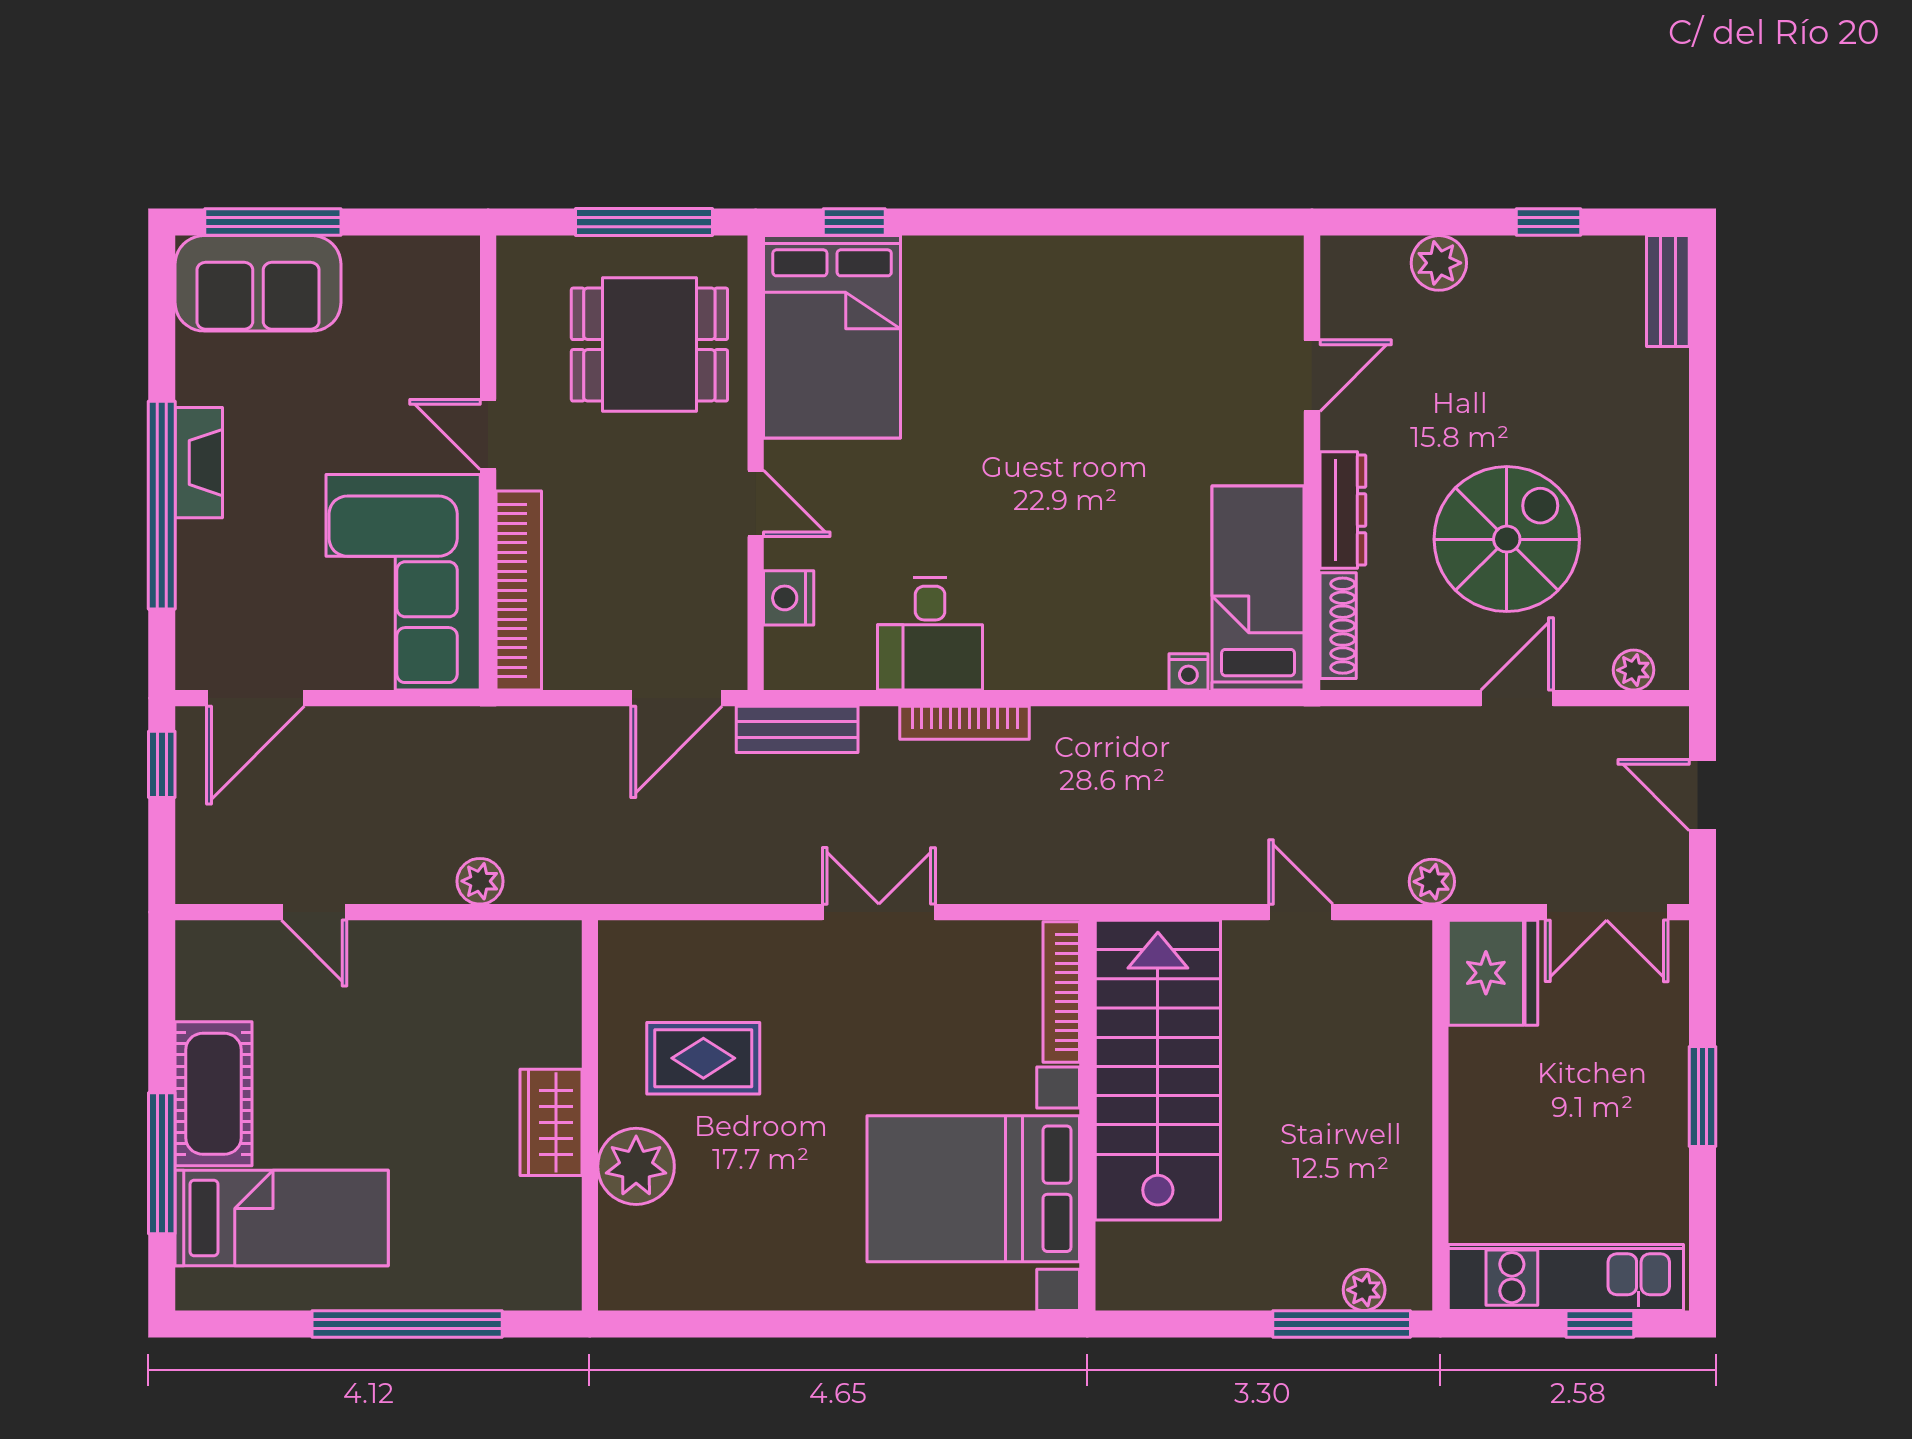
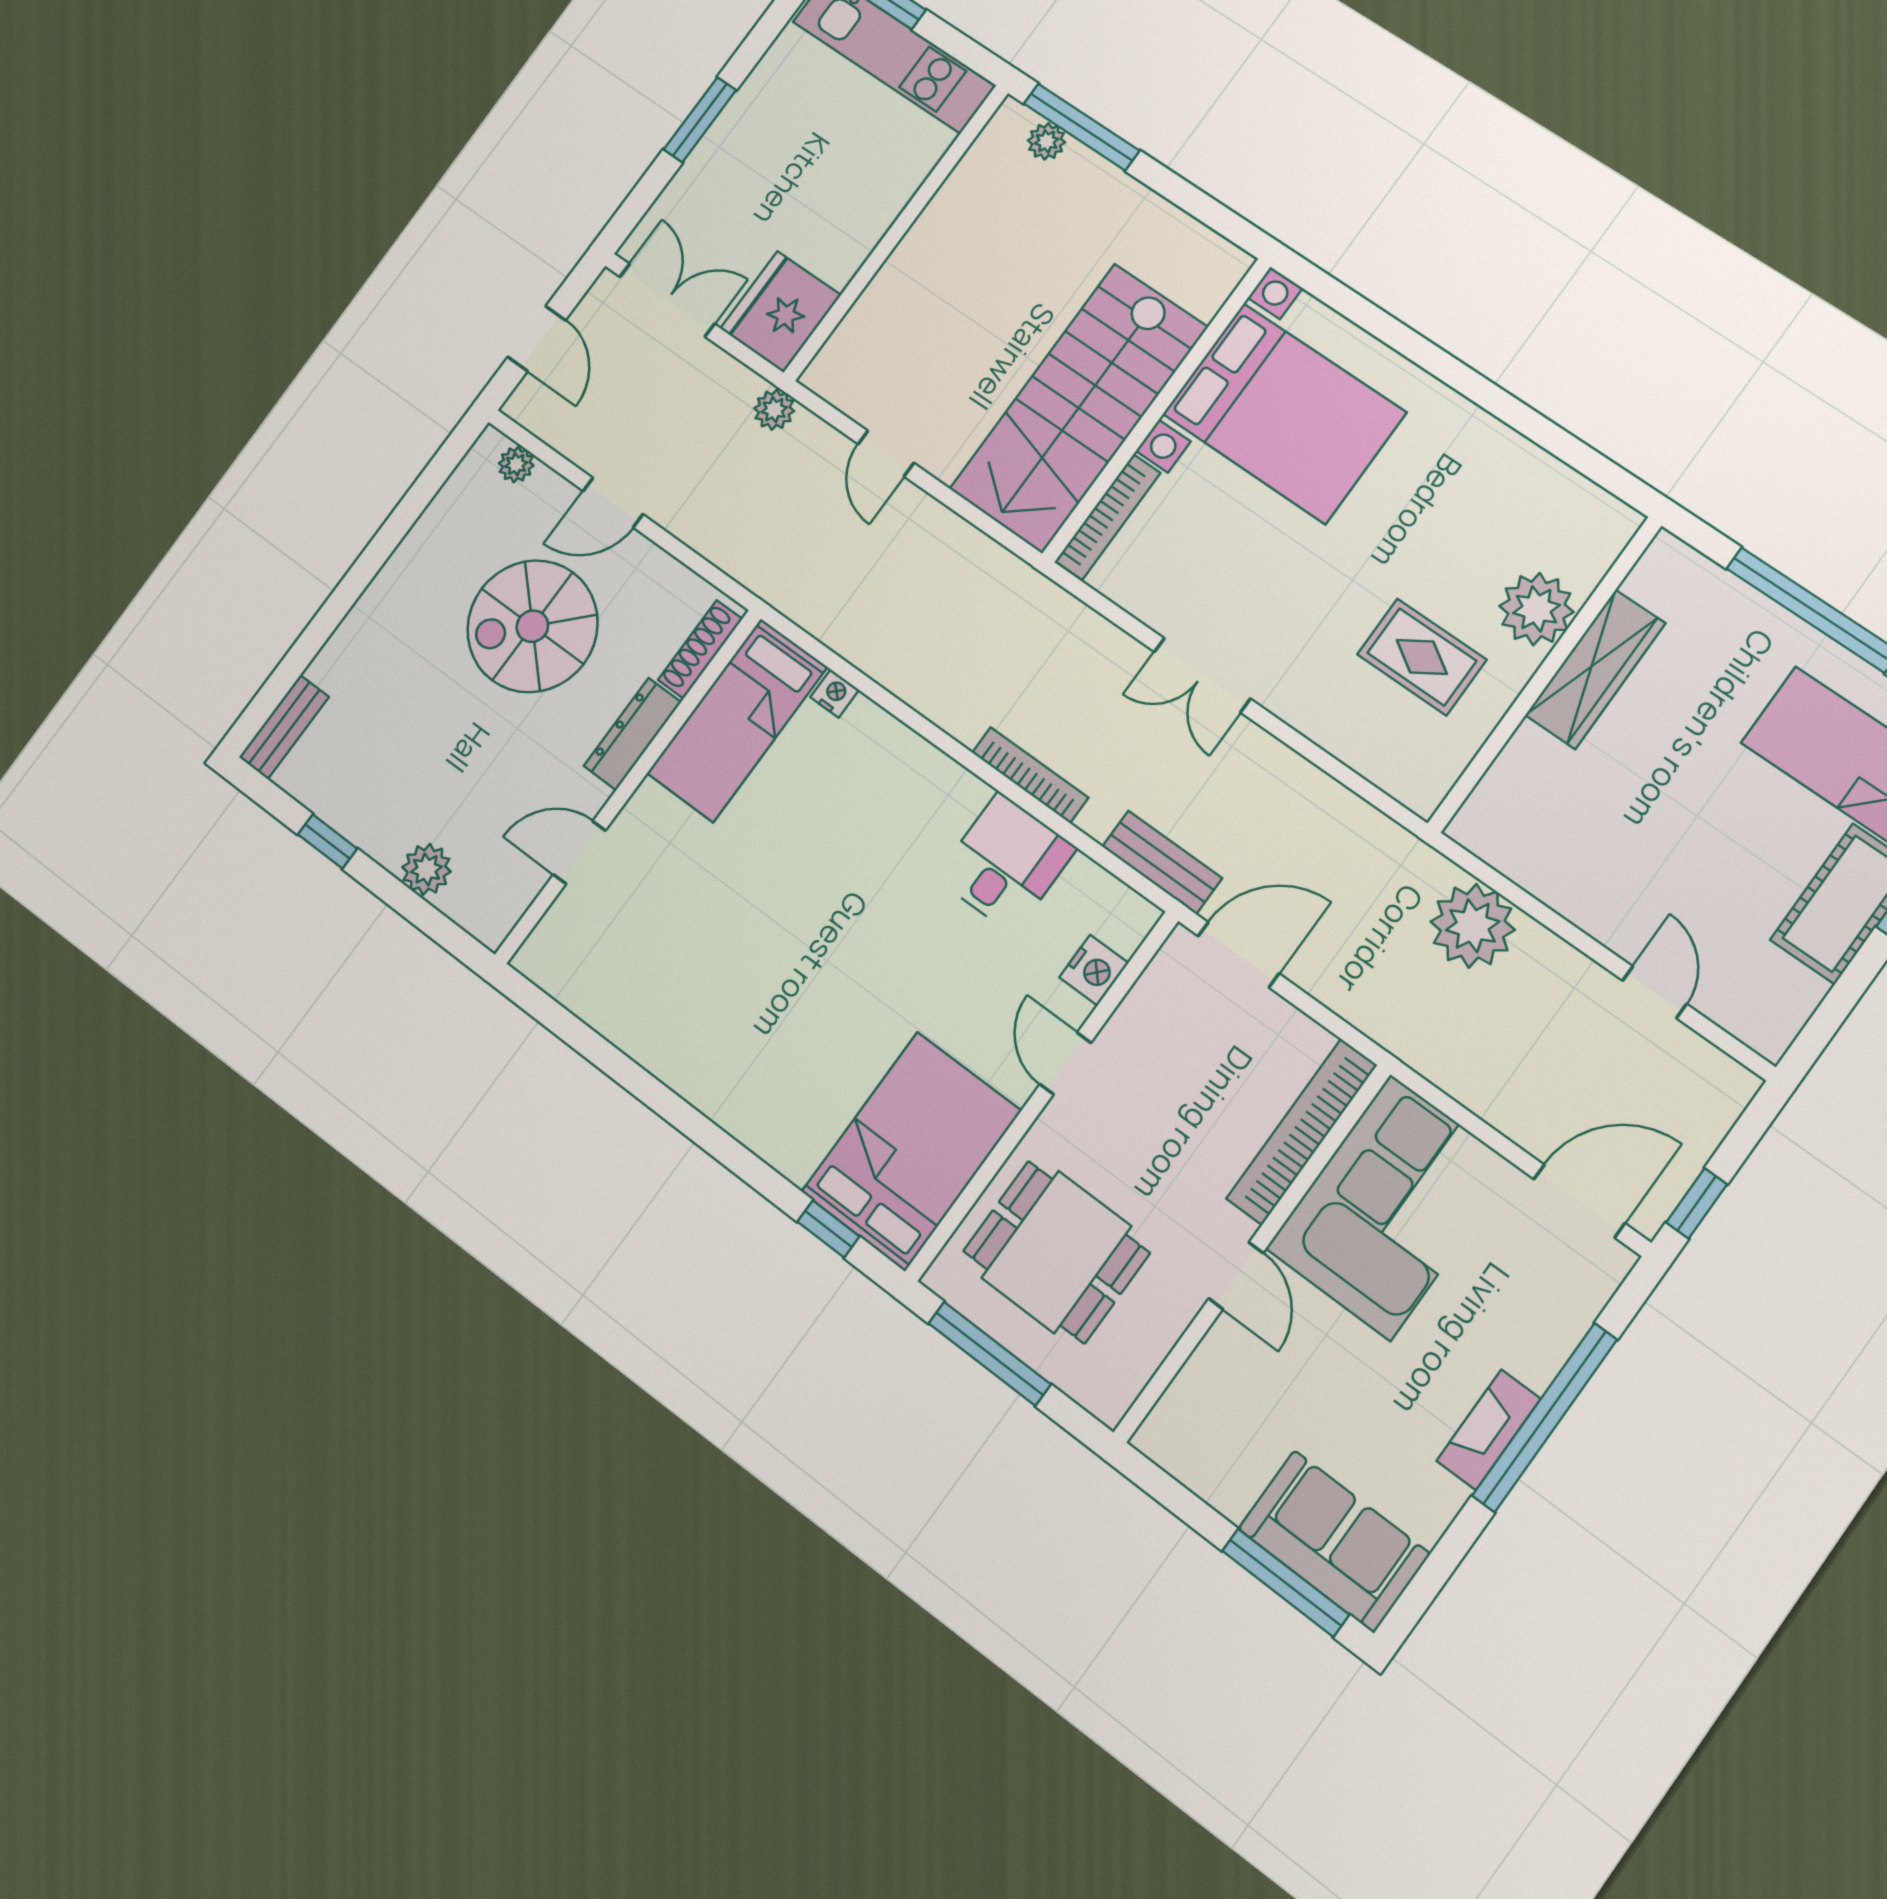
plant: (480, 881) -> (1473, 926), width x1.87, depth x1.87
wardrobe: (551, 1122) -> (1595, 669), width x1.50

